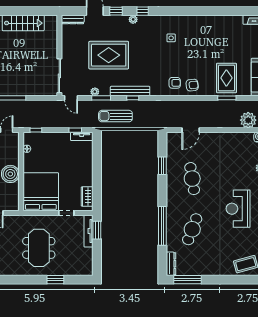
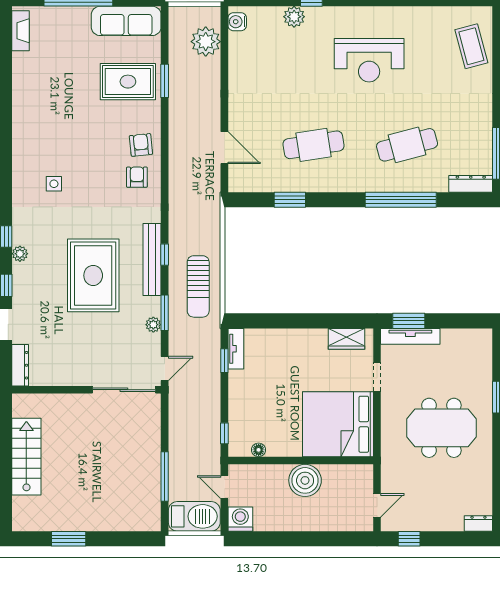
rug: (109, 55) -> (93, 275), moved
cafe table: (192, 229) -> (407, 145), turned -36

